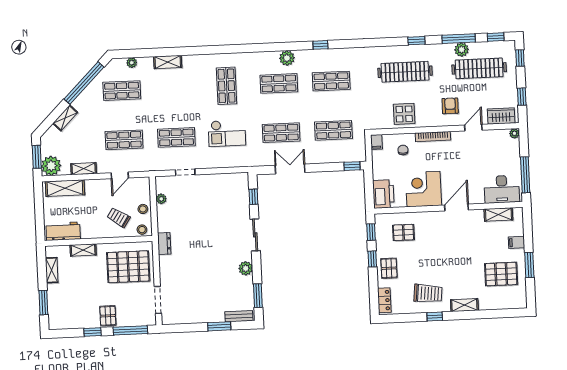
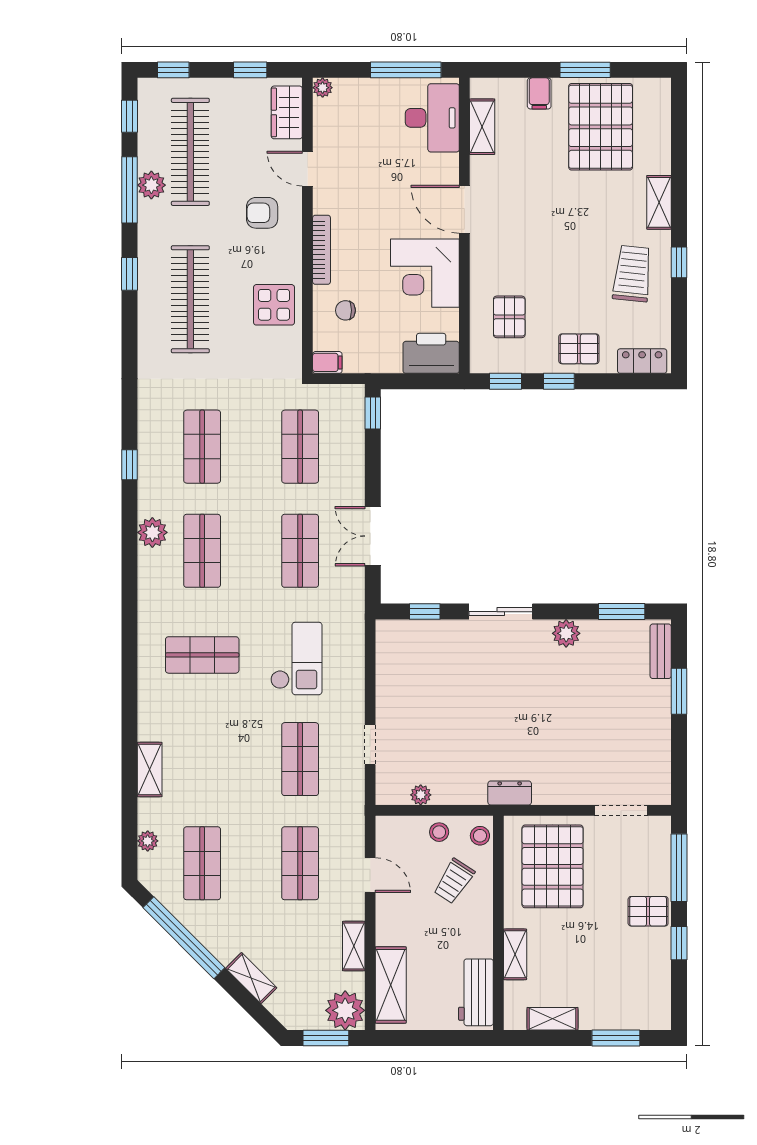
pallet: (501, 274) -> (601, 127), width x1.37, depth x1.41

